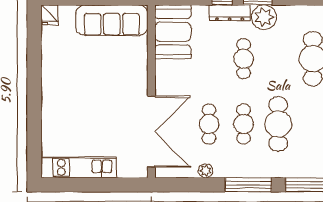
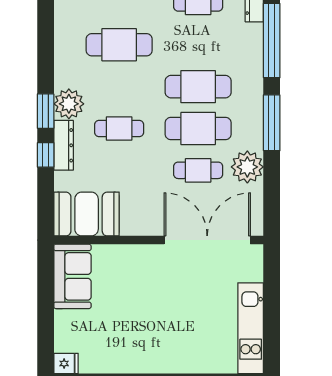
sofa: (112, 20) -> (72, 276), width x0.73
cafe table: (244, 124) -> (198, 128), width x1.37, depth x1.35
plant: (206, 171) -> (247, 167), width x1.87, depth x1.87

